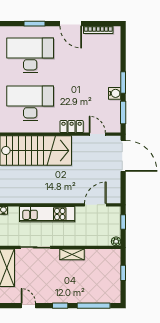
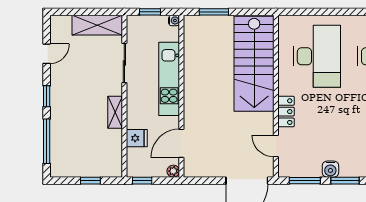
door: (97, 134) -> (276, 146), swing flipped
door: (95, 205) -> (181, 143), swing flipped
window: (123, 222) -> (142, 181), moved
fridge: (91, 238) -> (137, 138), added
plant: (116, 241) -> (173, 171), moved

